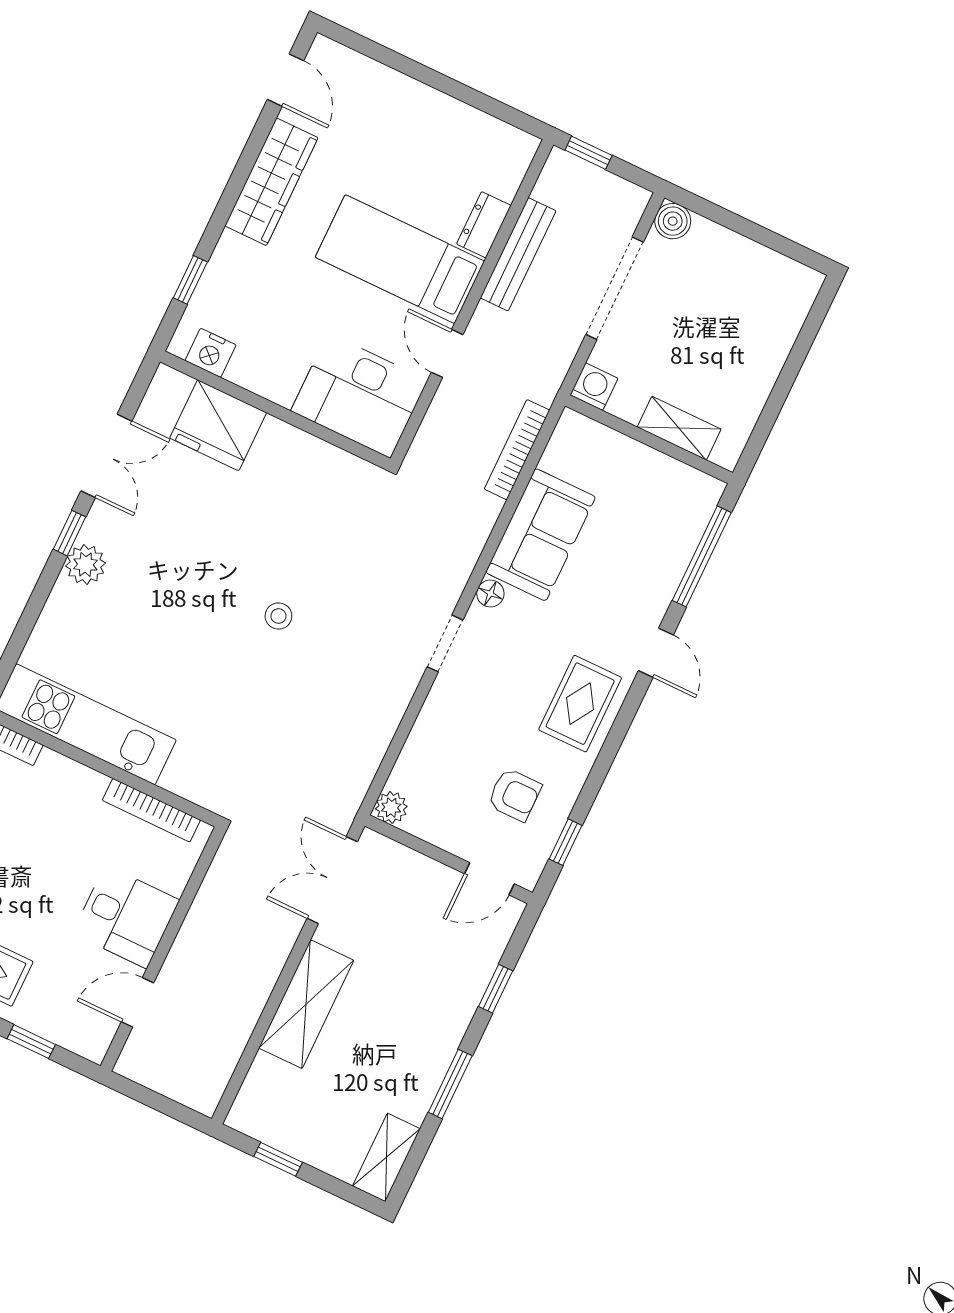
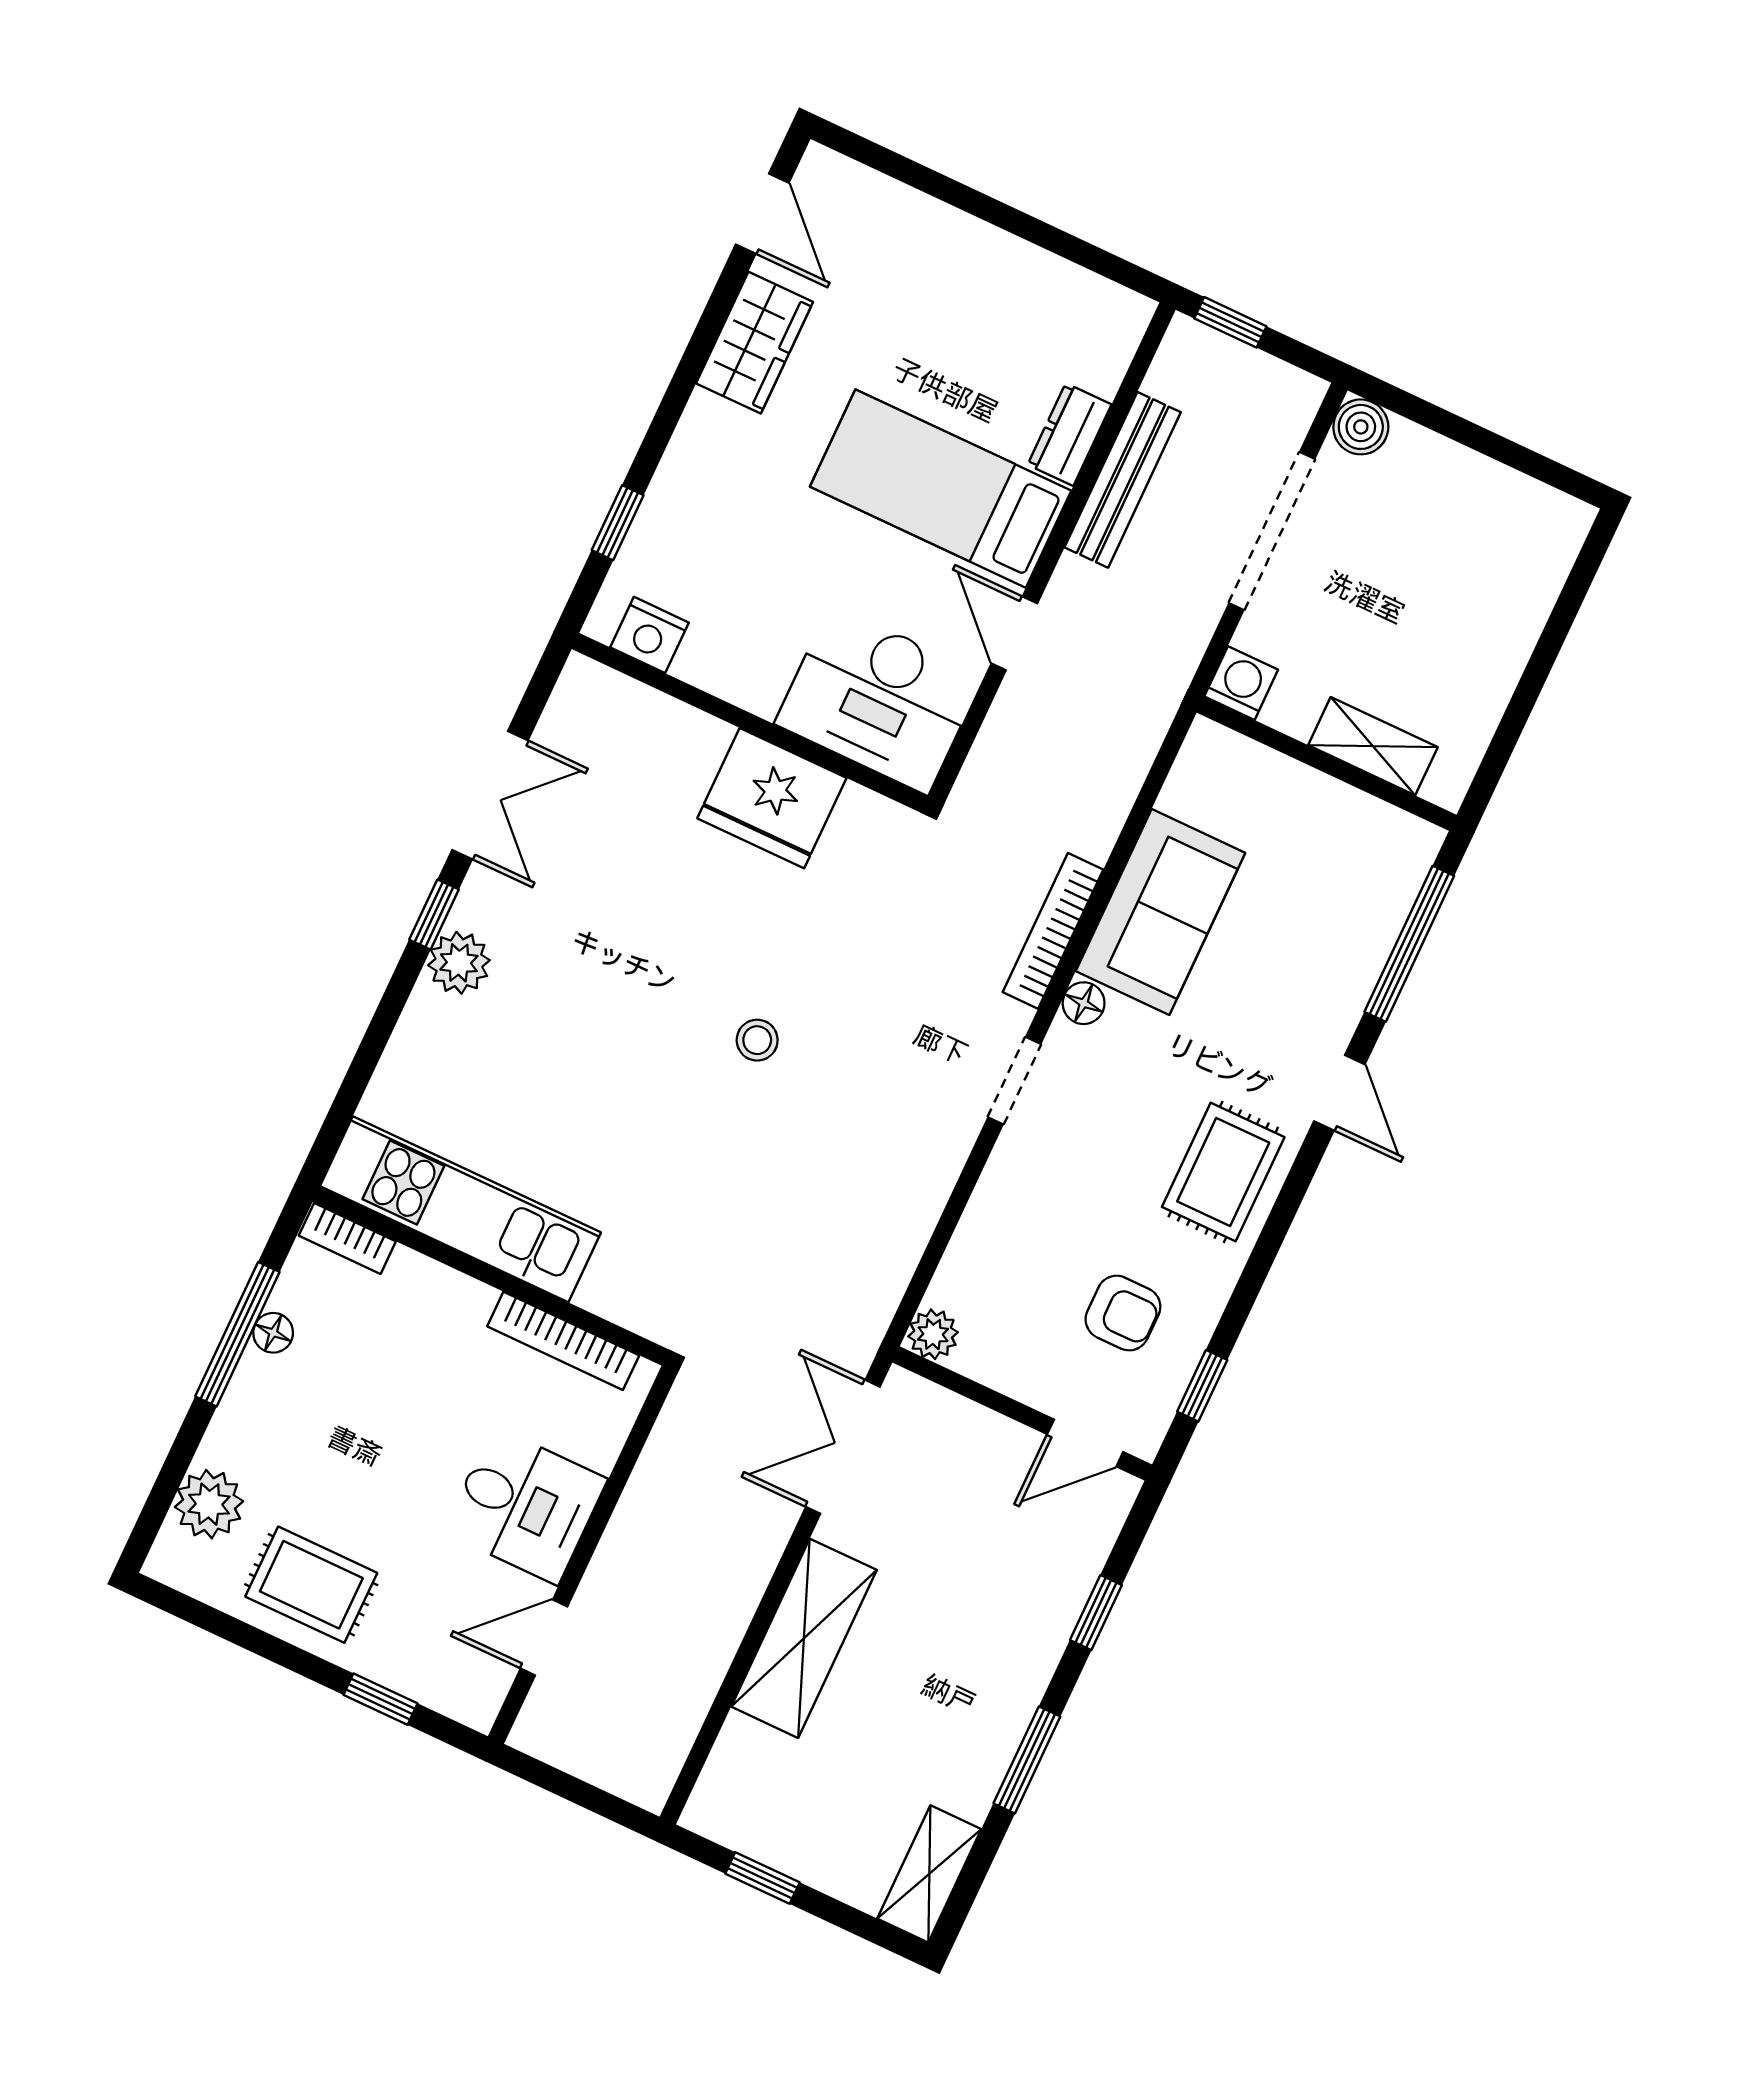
wardrobe: (271, 182) -> (755, 343), width x0.67
fridge: (218, 425) -> (772, 798), moved
bookcase: (517, 450) -> (1053, 931), moved

